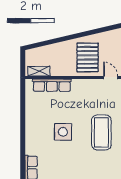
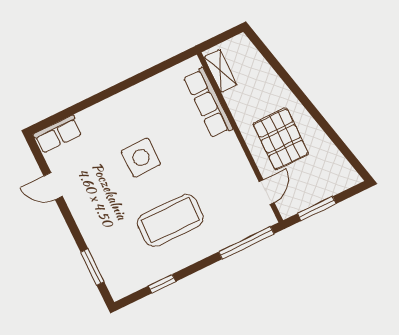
pallet: (88, 57) -> (281, 139), turned 90

